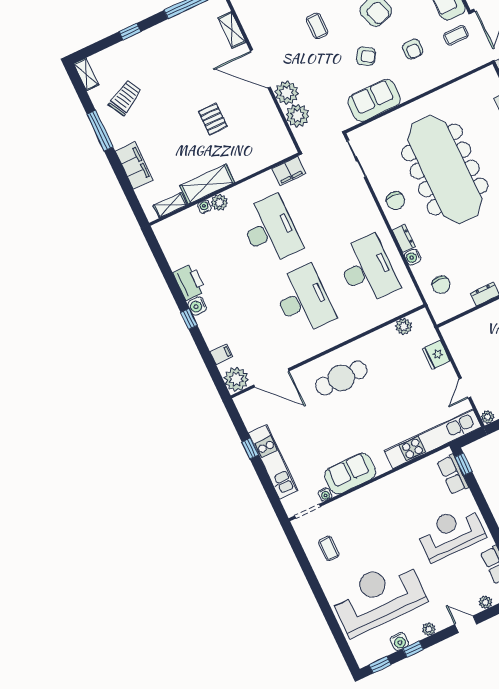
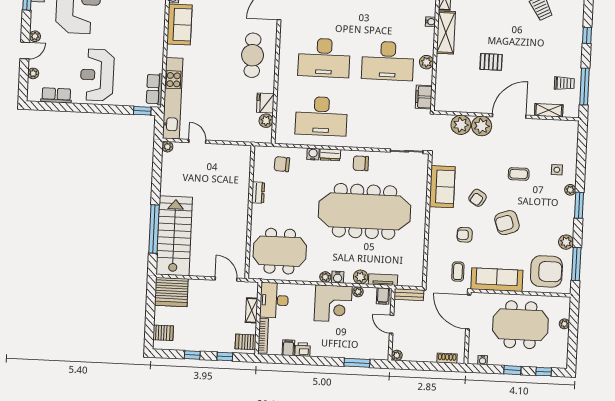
trolley: (194, 29) -> (564, 83), added
plant: (219, 202) -> (426, 62), moved
fridge: (436, 355) -> (265, 103), moved, turned -90
row of seats: (453, 475) -> (155, 89), moved, turned -90
reception desk: (451, 533) -> (97, 75), turned 180
plant: (429, 629) -> (35, 36), moved

